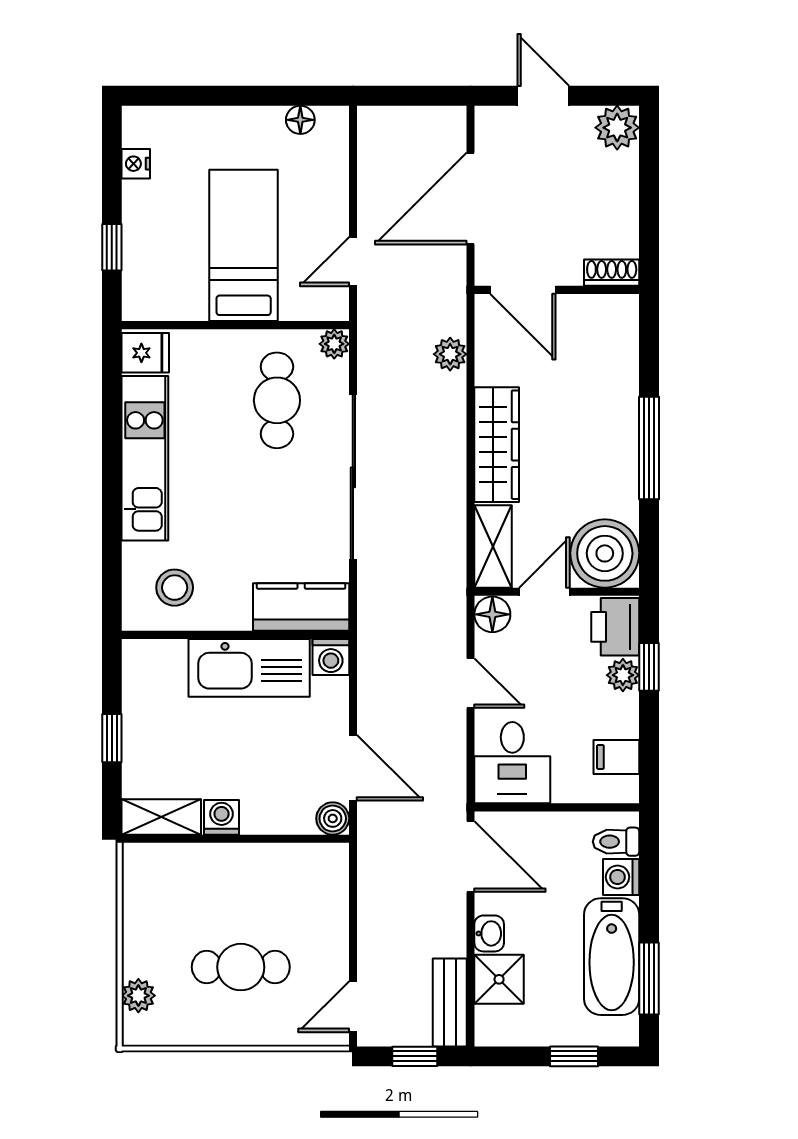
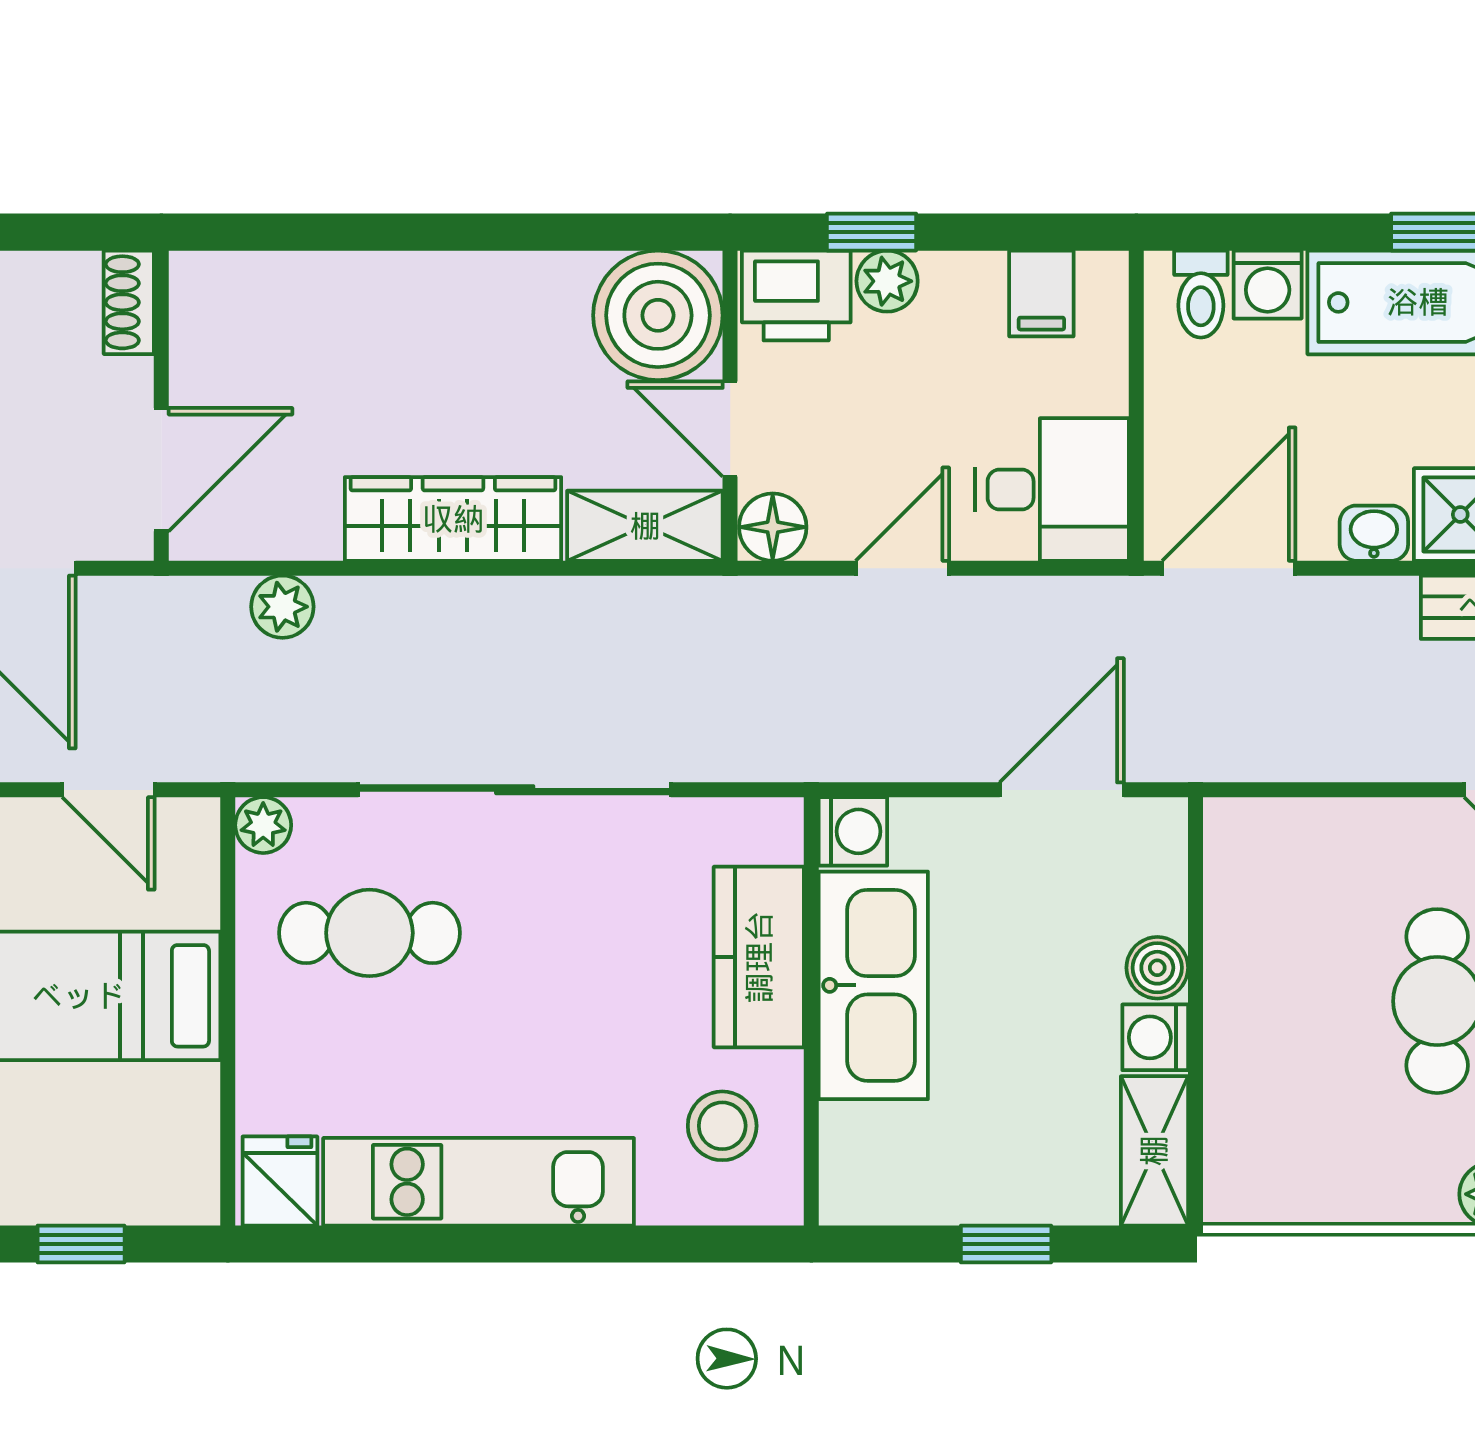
window: (649, 448) -> (459, 232), removed
kitchen counter: (301, 607) -> (759, 957), moved
boiler: (333, 818) -> (1157, 968), moved

